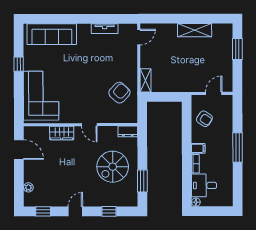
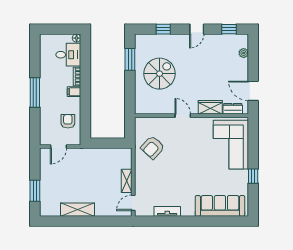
shelving: (146, 80) -> (127, 181), moved
armchair: (204, 119) -> (68, 121), turned 56
dresser: (128, 131) -> (233, 109), moved

